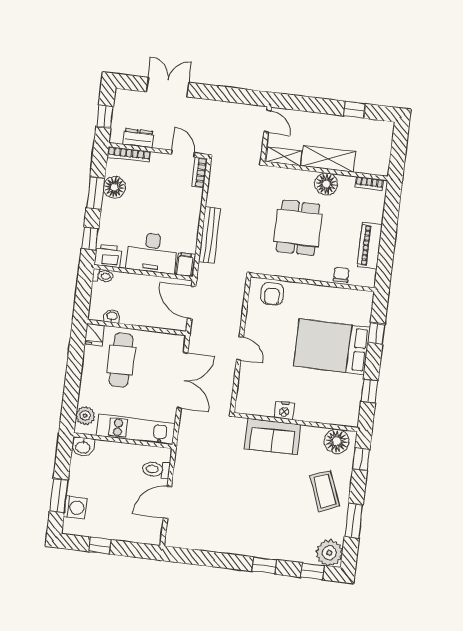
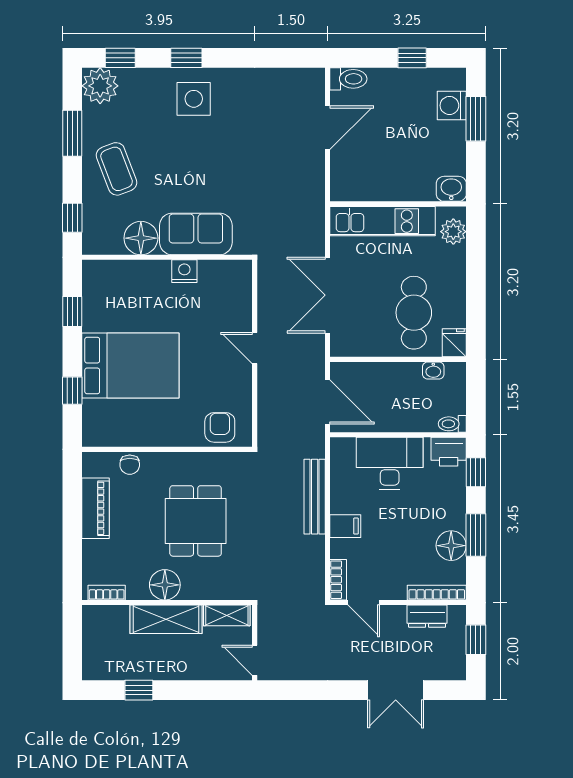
filing cabinet: (185, 265) -> (345, 526), moved, turned -90
floor lamp: (337, 441) -> (141, 238), moved
toilet: (156, 469) -> (348, 79), moved
side table: (262, 535) -> (194, 99), added

